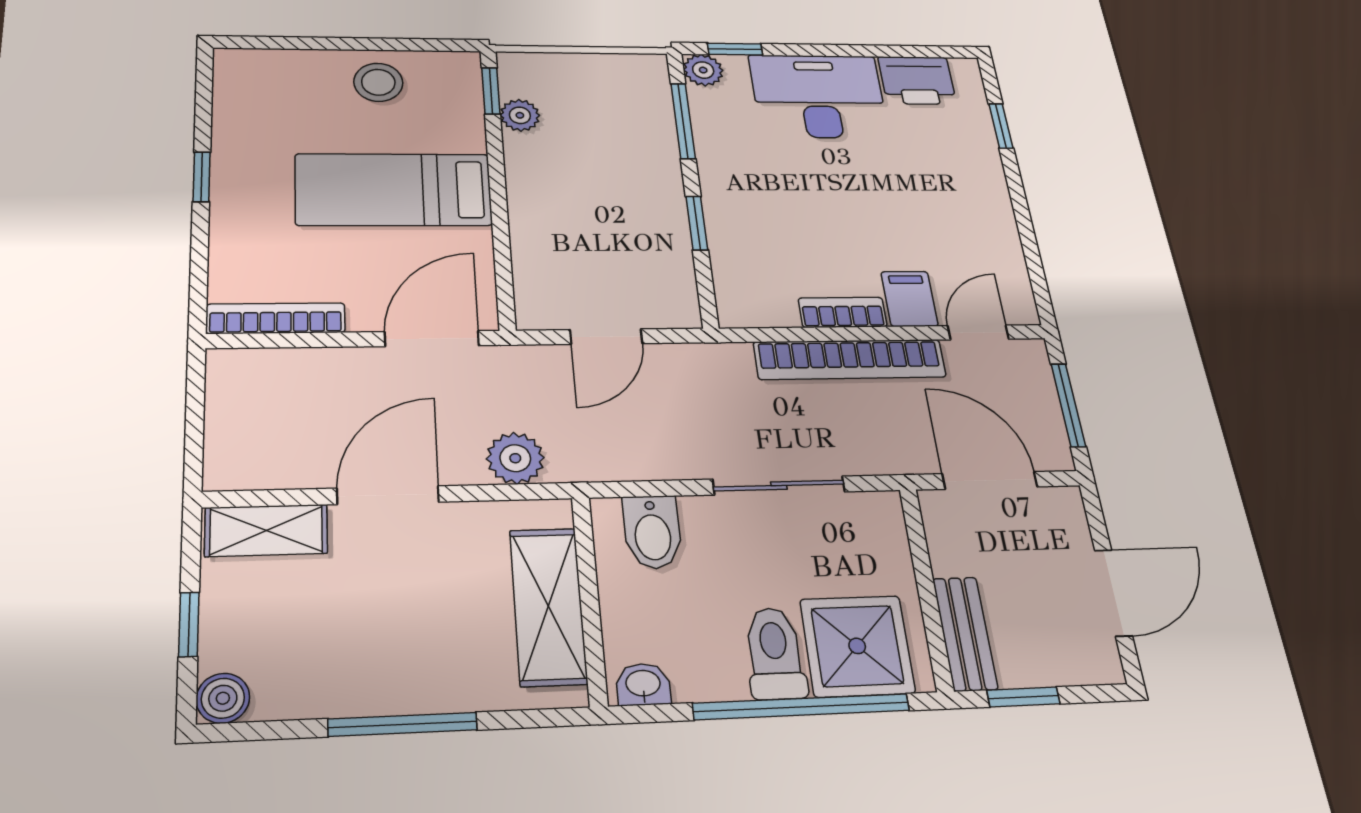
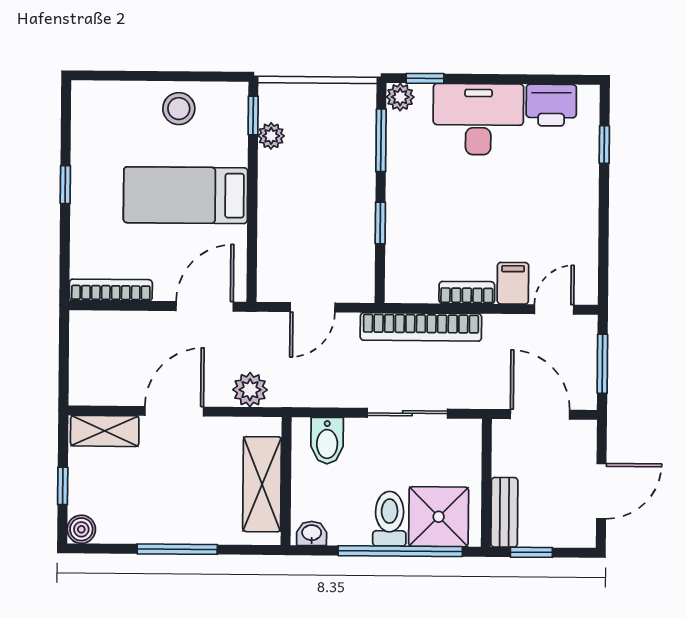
bookcase: (850, 360) -> (421, 327), moved

